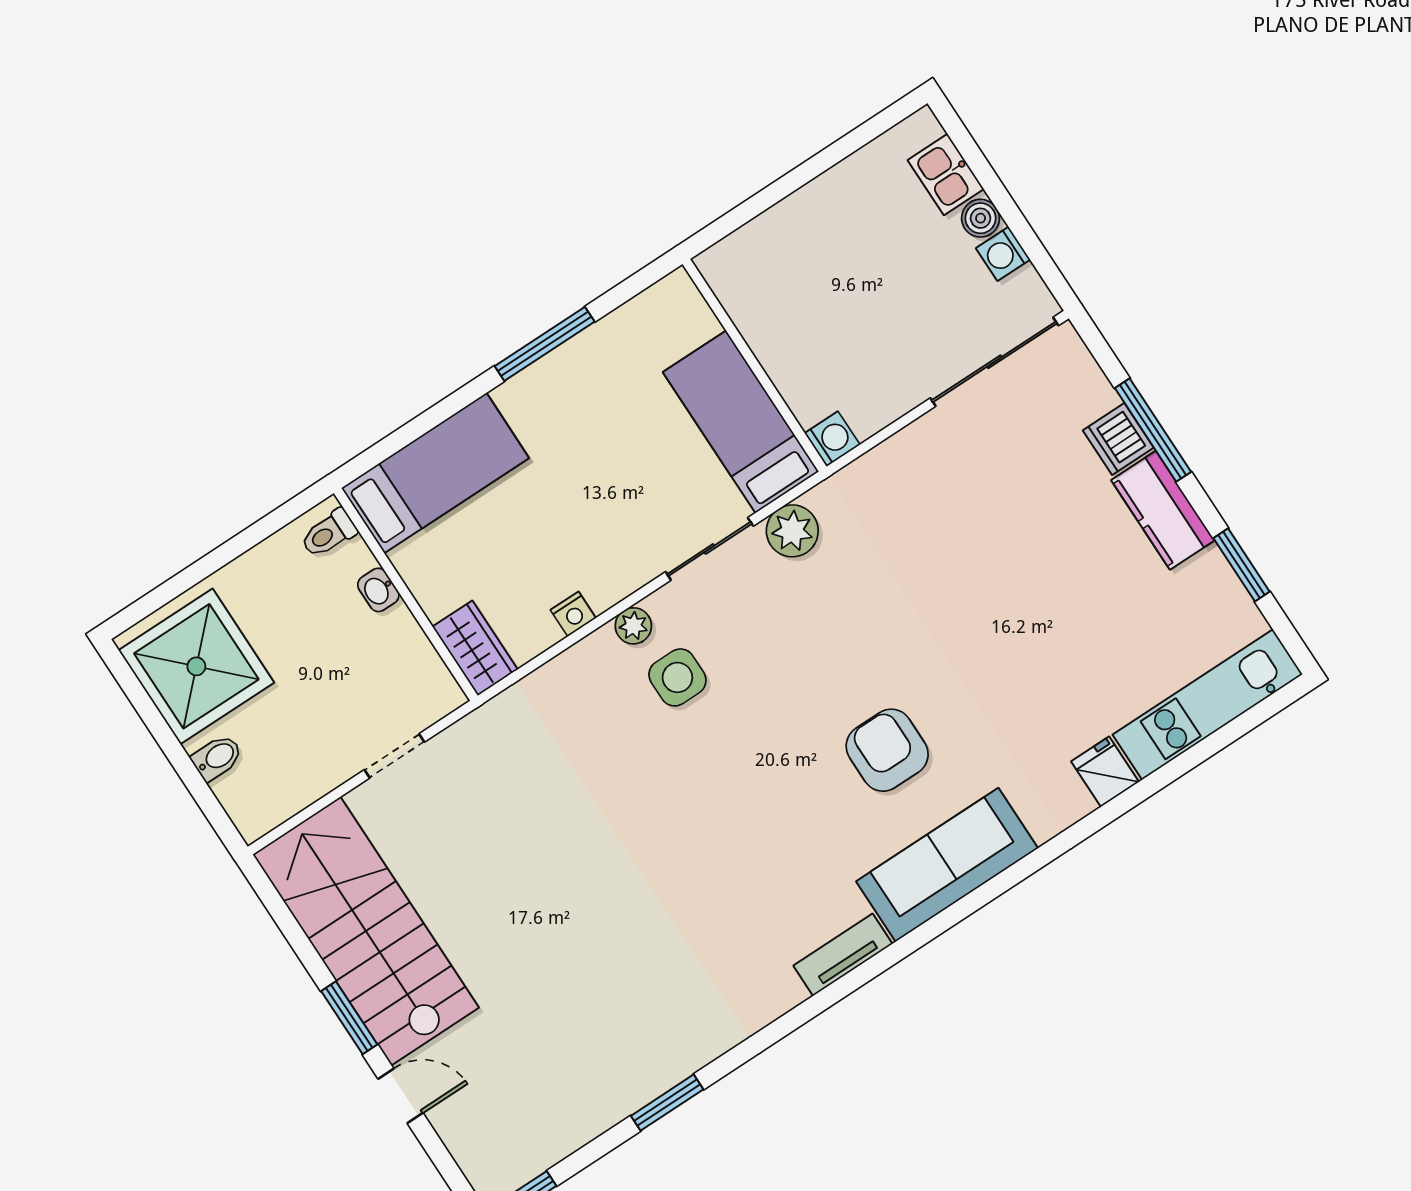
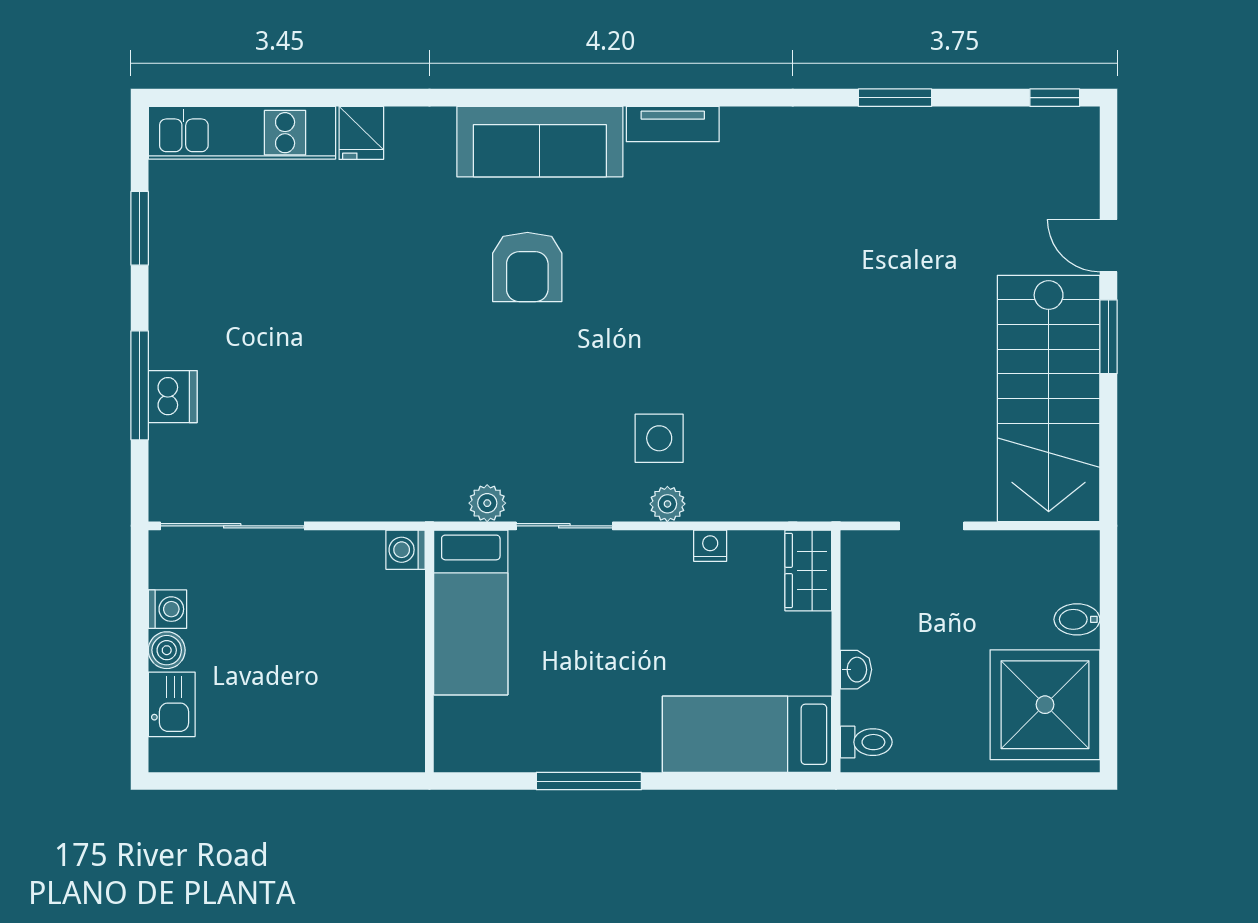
kitchen counter: (1163, 510) -> (174, 315), removed
plant: (792, 531) -> (487, 503), width x0.73, depth x0.73

